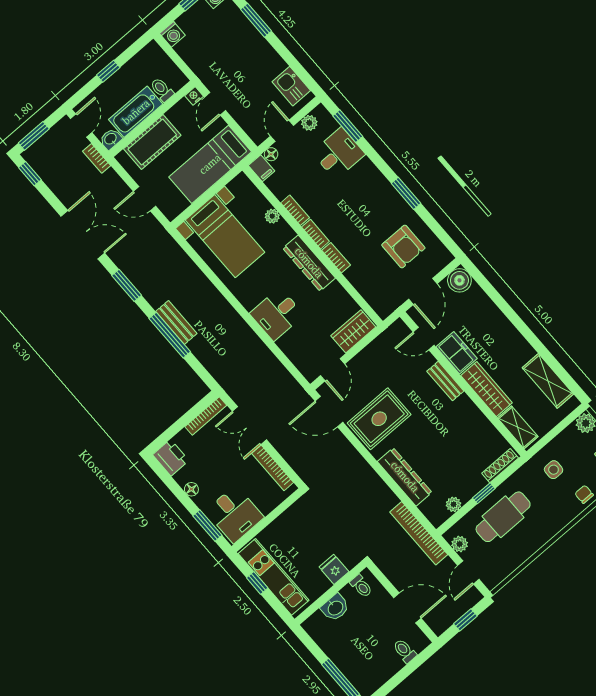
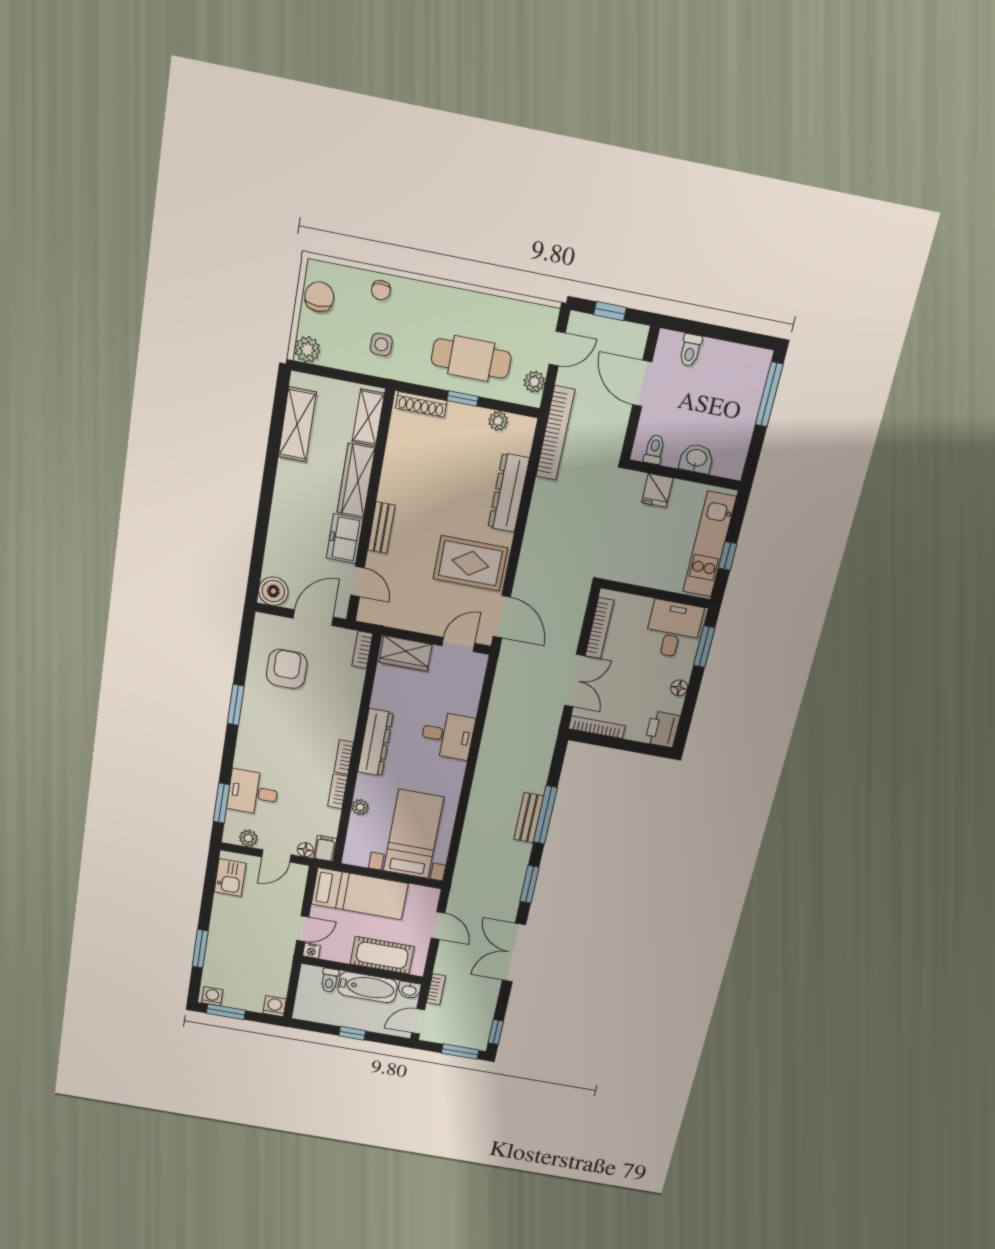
bookcase: (336, 258) -> (362, 650), moved

